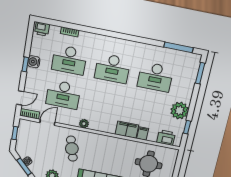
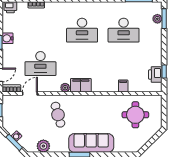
desk: (69, 60) -> (40, 30), removed
plant: (180, 111) -> (157, 19), moved, width x0.53, depth x0.53
filing cabinet: (127, 130) -> (81, 85), moved
printer: (166, 138) -> (155, 74), moved, turned -90

